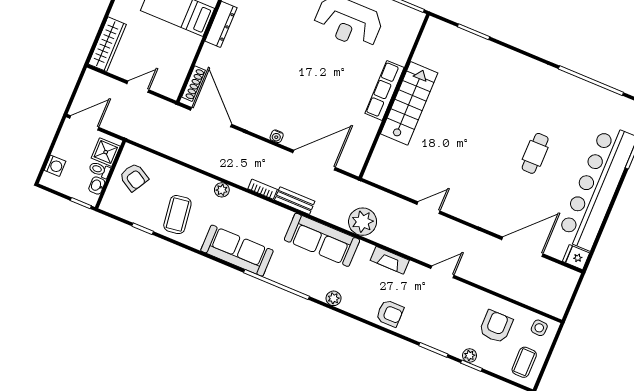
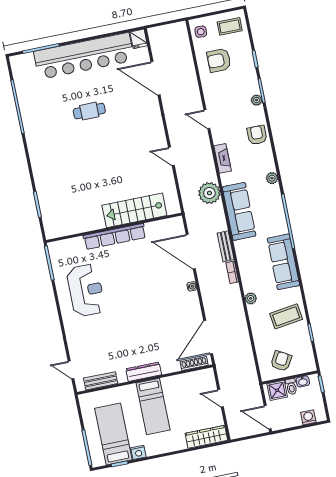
row of seats: (384, 90) -> (115, 236), width x1.36
stairs: (409, 103) -> (134, 210), moved
plant: (470, 356) -> (257, 100), moved

